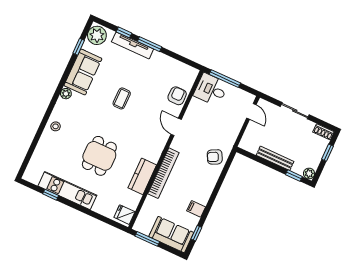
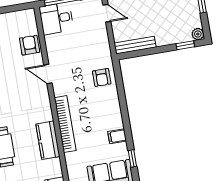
armchair: (215, 157) -> (102, 77), turned -63
bench: (275, 158) -> (135, 45), moved

